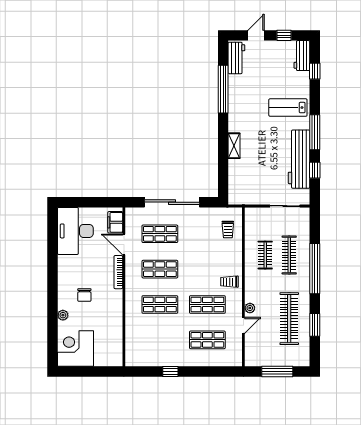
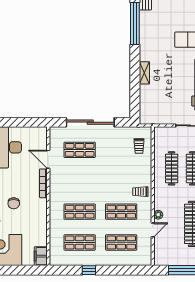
filing cabinet: (115, 222) -> (41, 256), moved
clothes rail: (265, 255) -> (172, 168), width x1.36
shop shelf: (160, 269) -> (80, 242), moved

